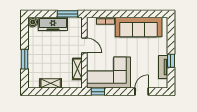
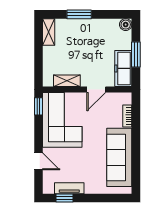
window: (67, 14) -> (136, 55), moved
freezer: (53, 24) -> (123, 68), moved
window: (171, 61) -> (65, 198), moved
shelving: (51, 83) -> (49, 32), moved

